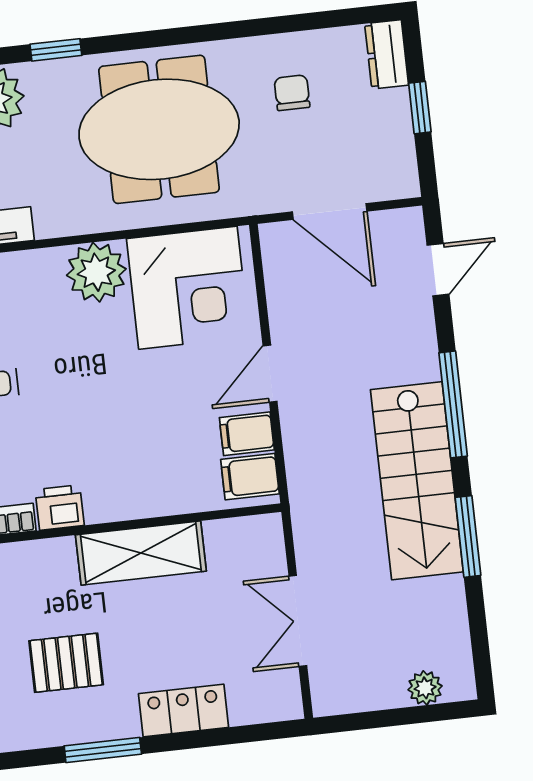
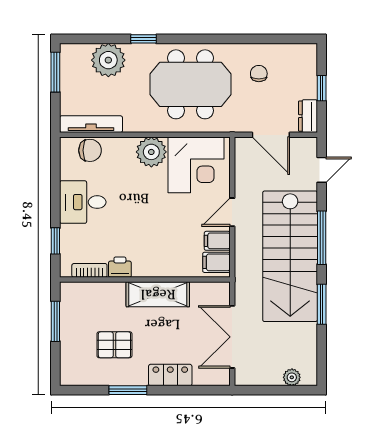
dresser: (387, 54) -> (308, 116), moved
stairs: (417, 481) -> (290, 256), width x1.36, depth x1.51
double door: (298, 621) -> (232, 337), width x1.37

